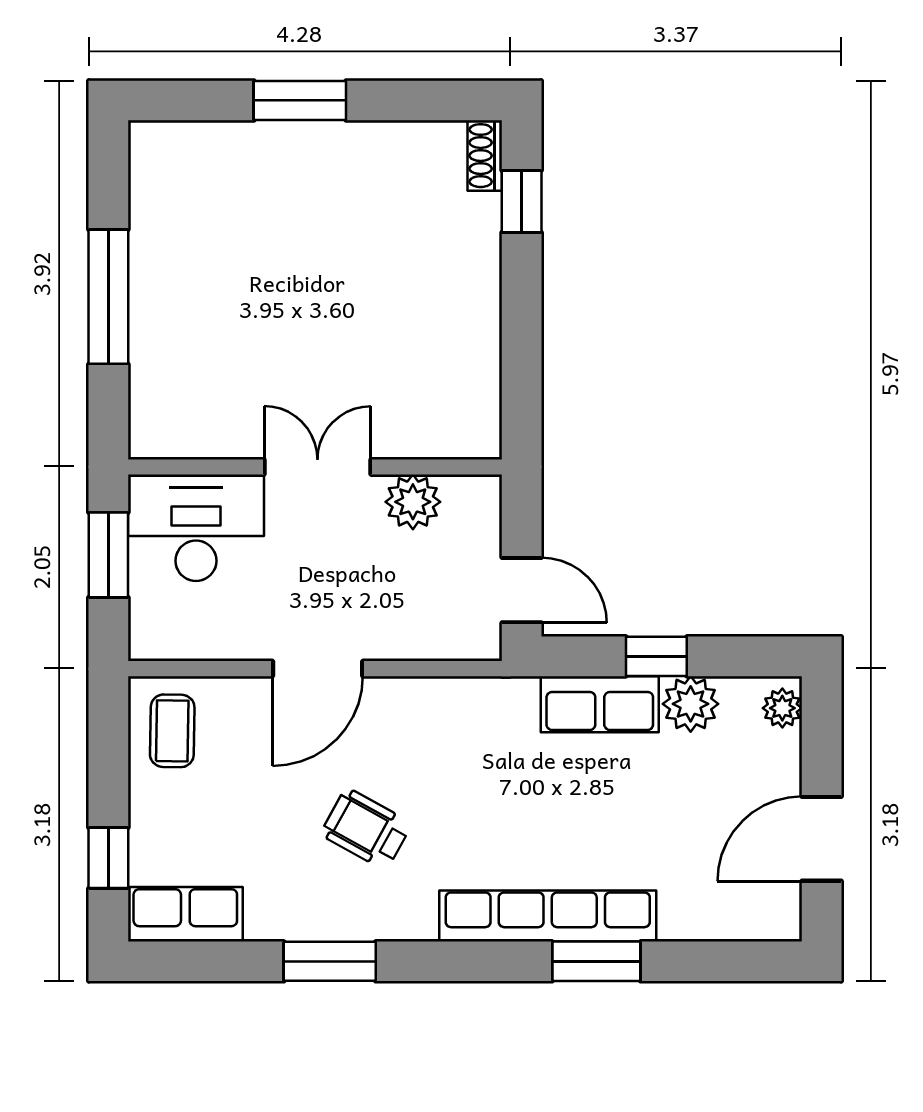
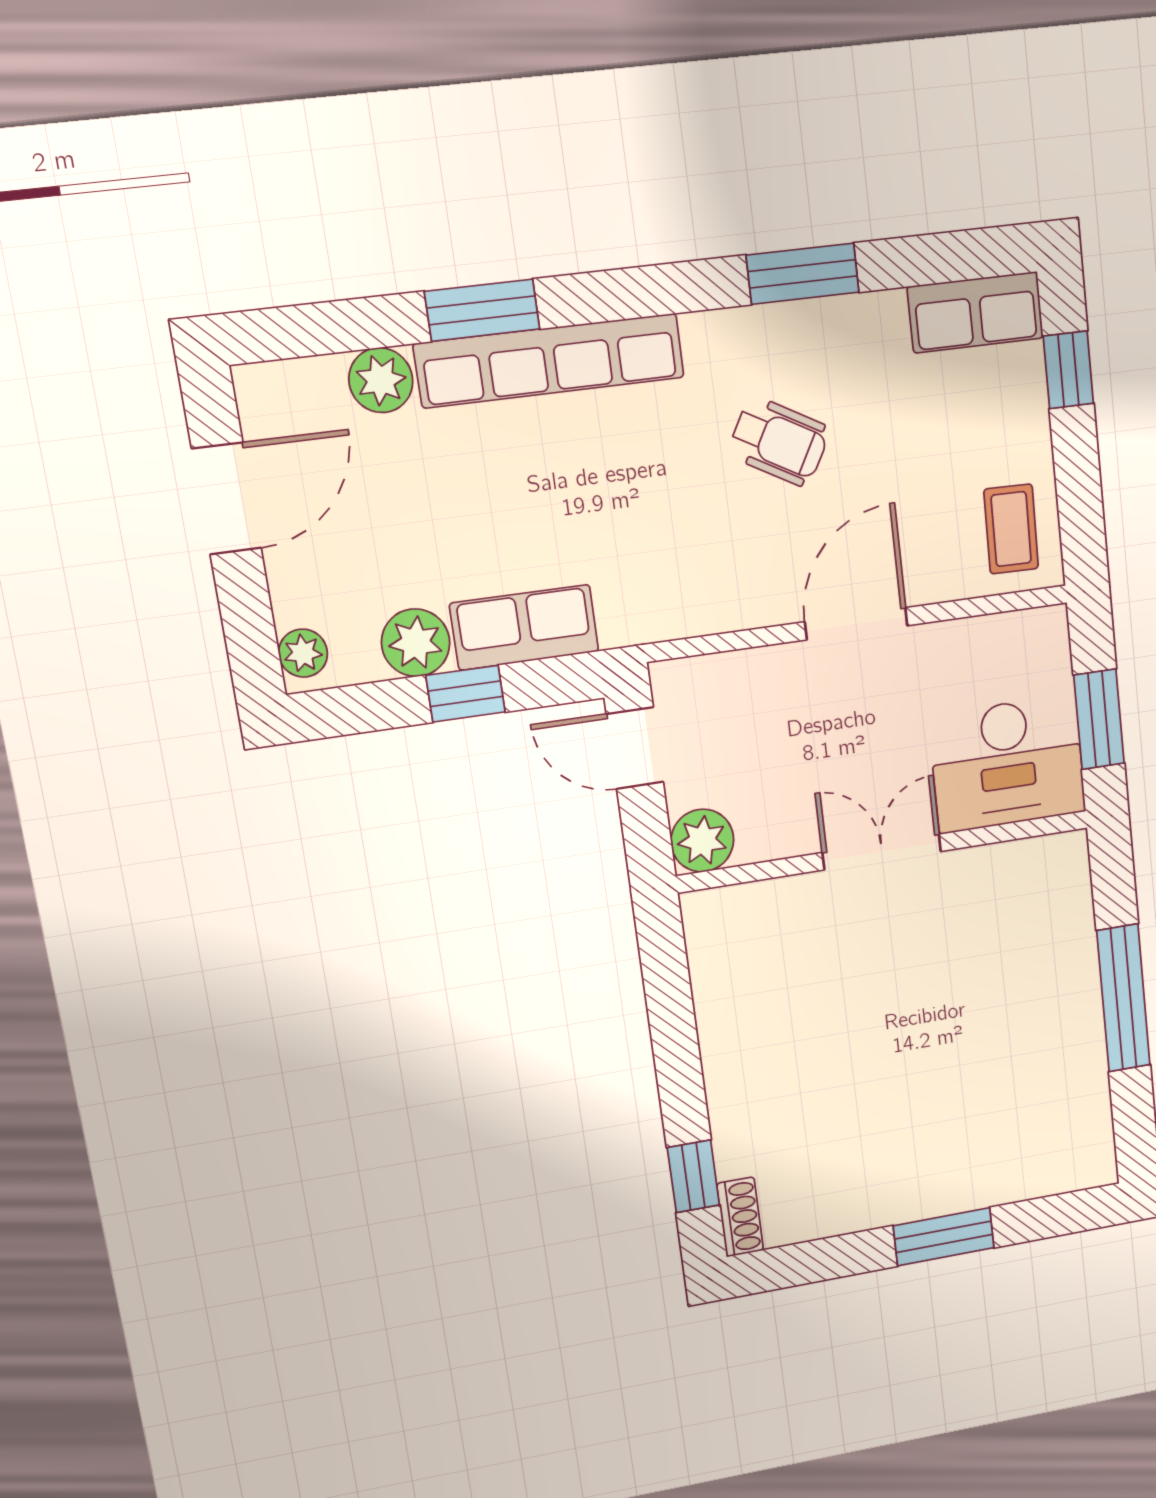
double door: (318, 467) -> (882, 852), swing flipped
plant: (413, 502) -> (702, 841), moved
plant: (685, 916) -> (381, 380), added

